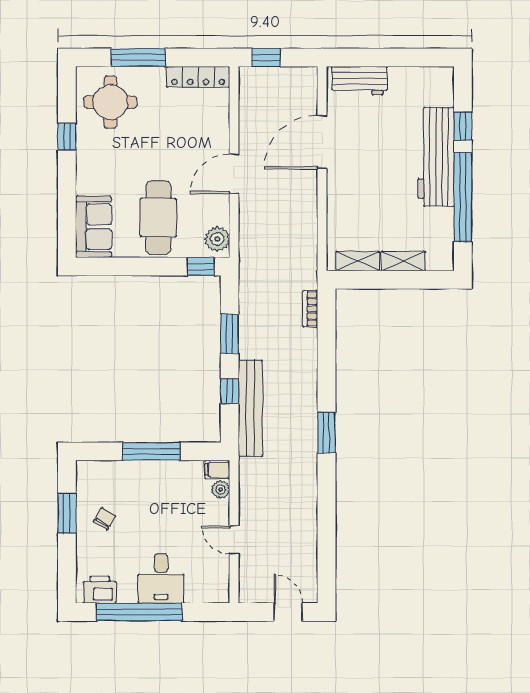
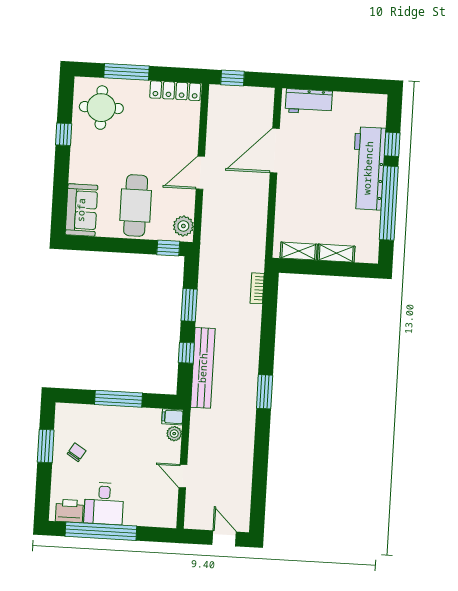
desk: (161, 578) -> (104, 503), moved

